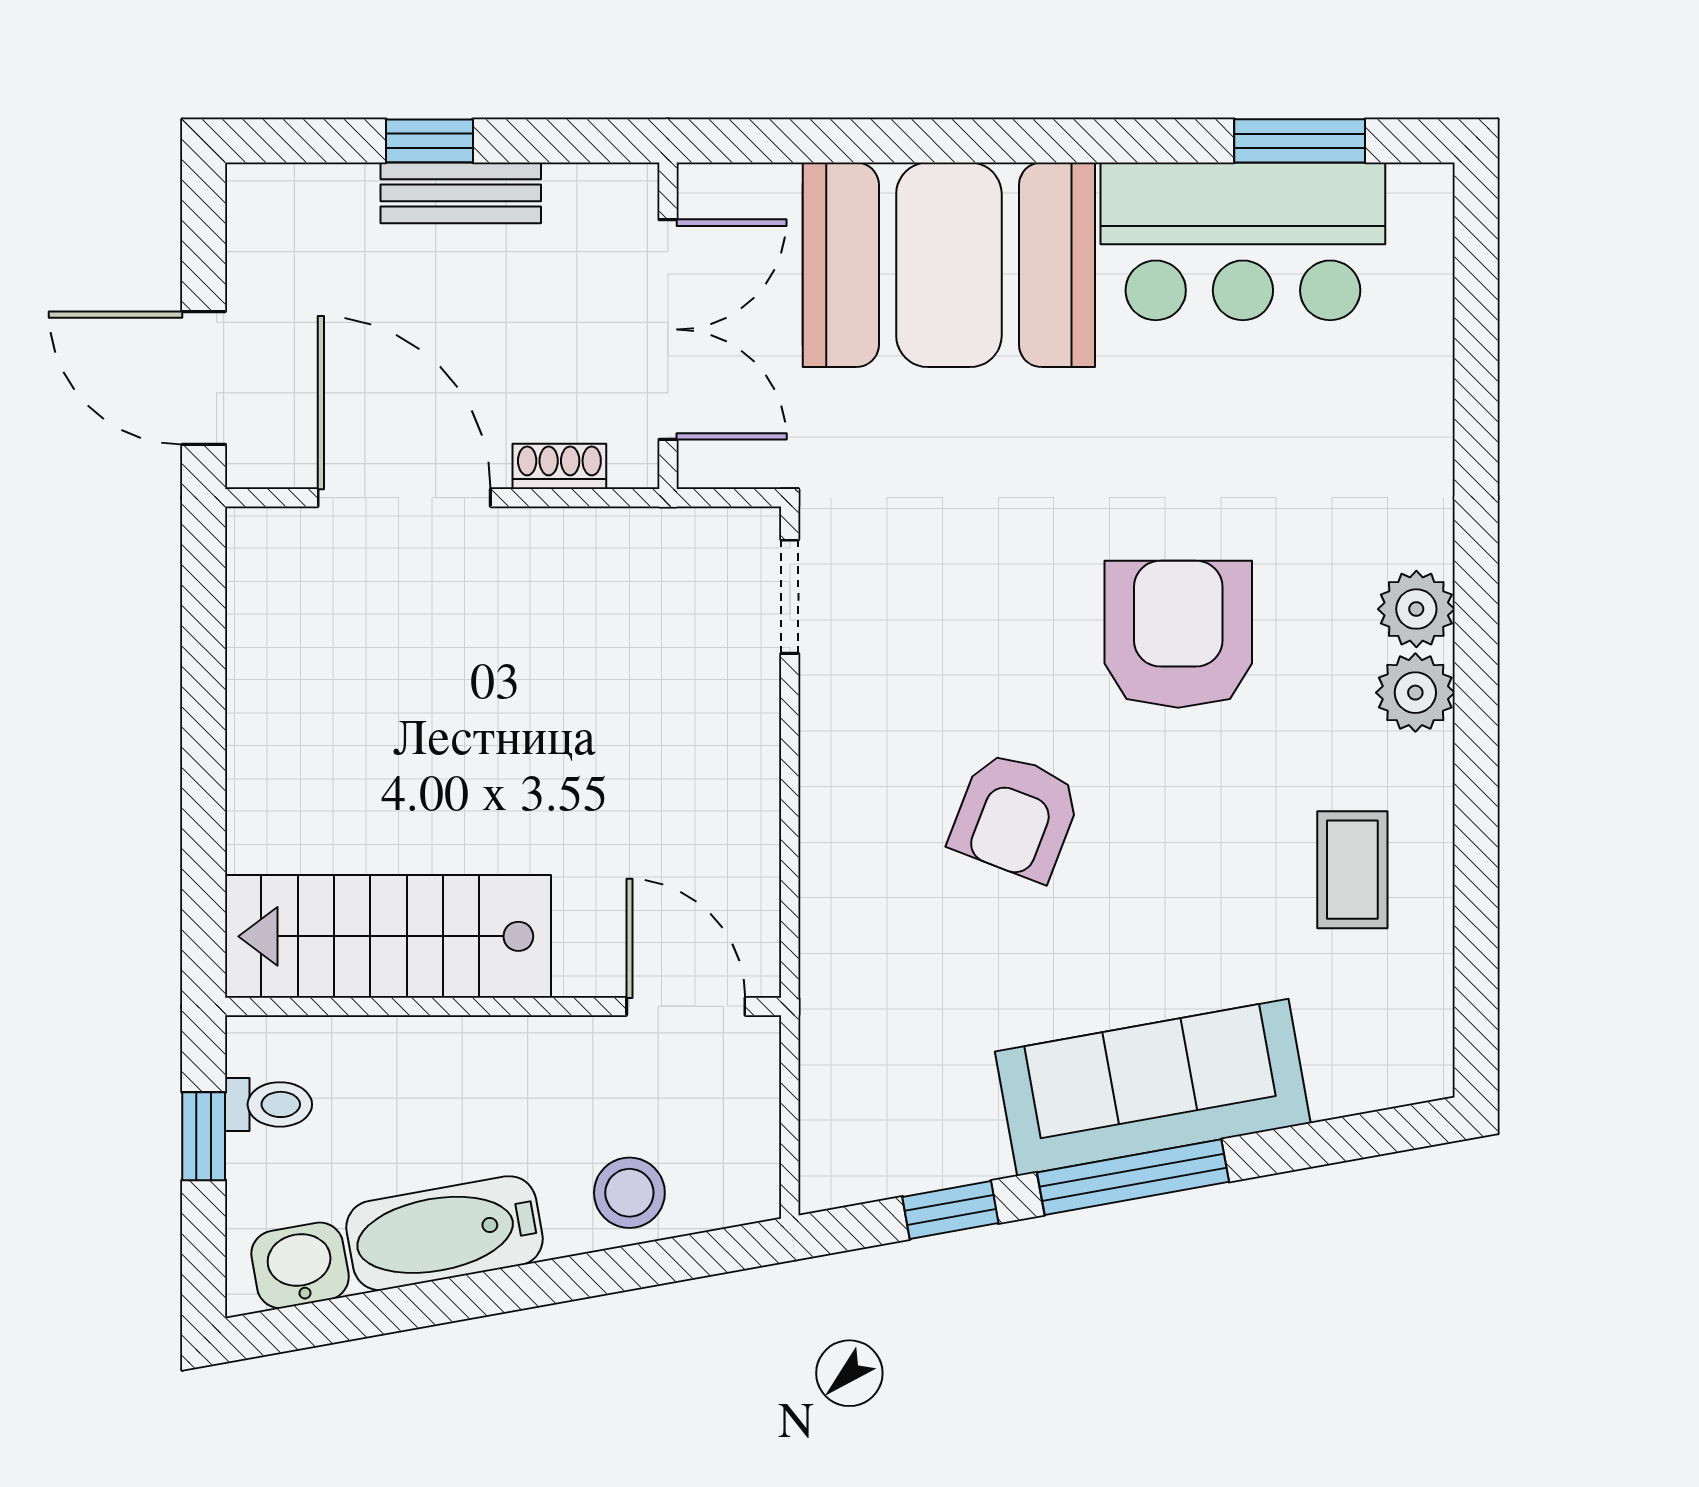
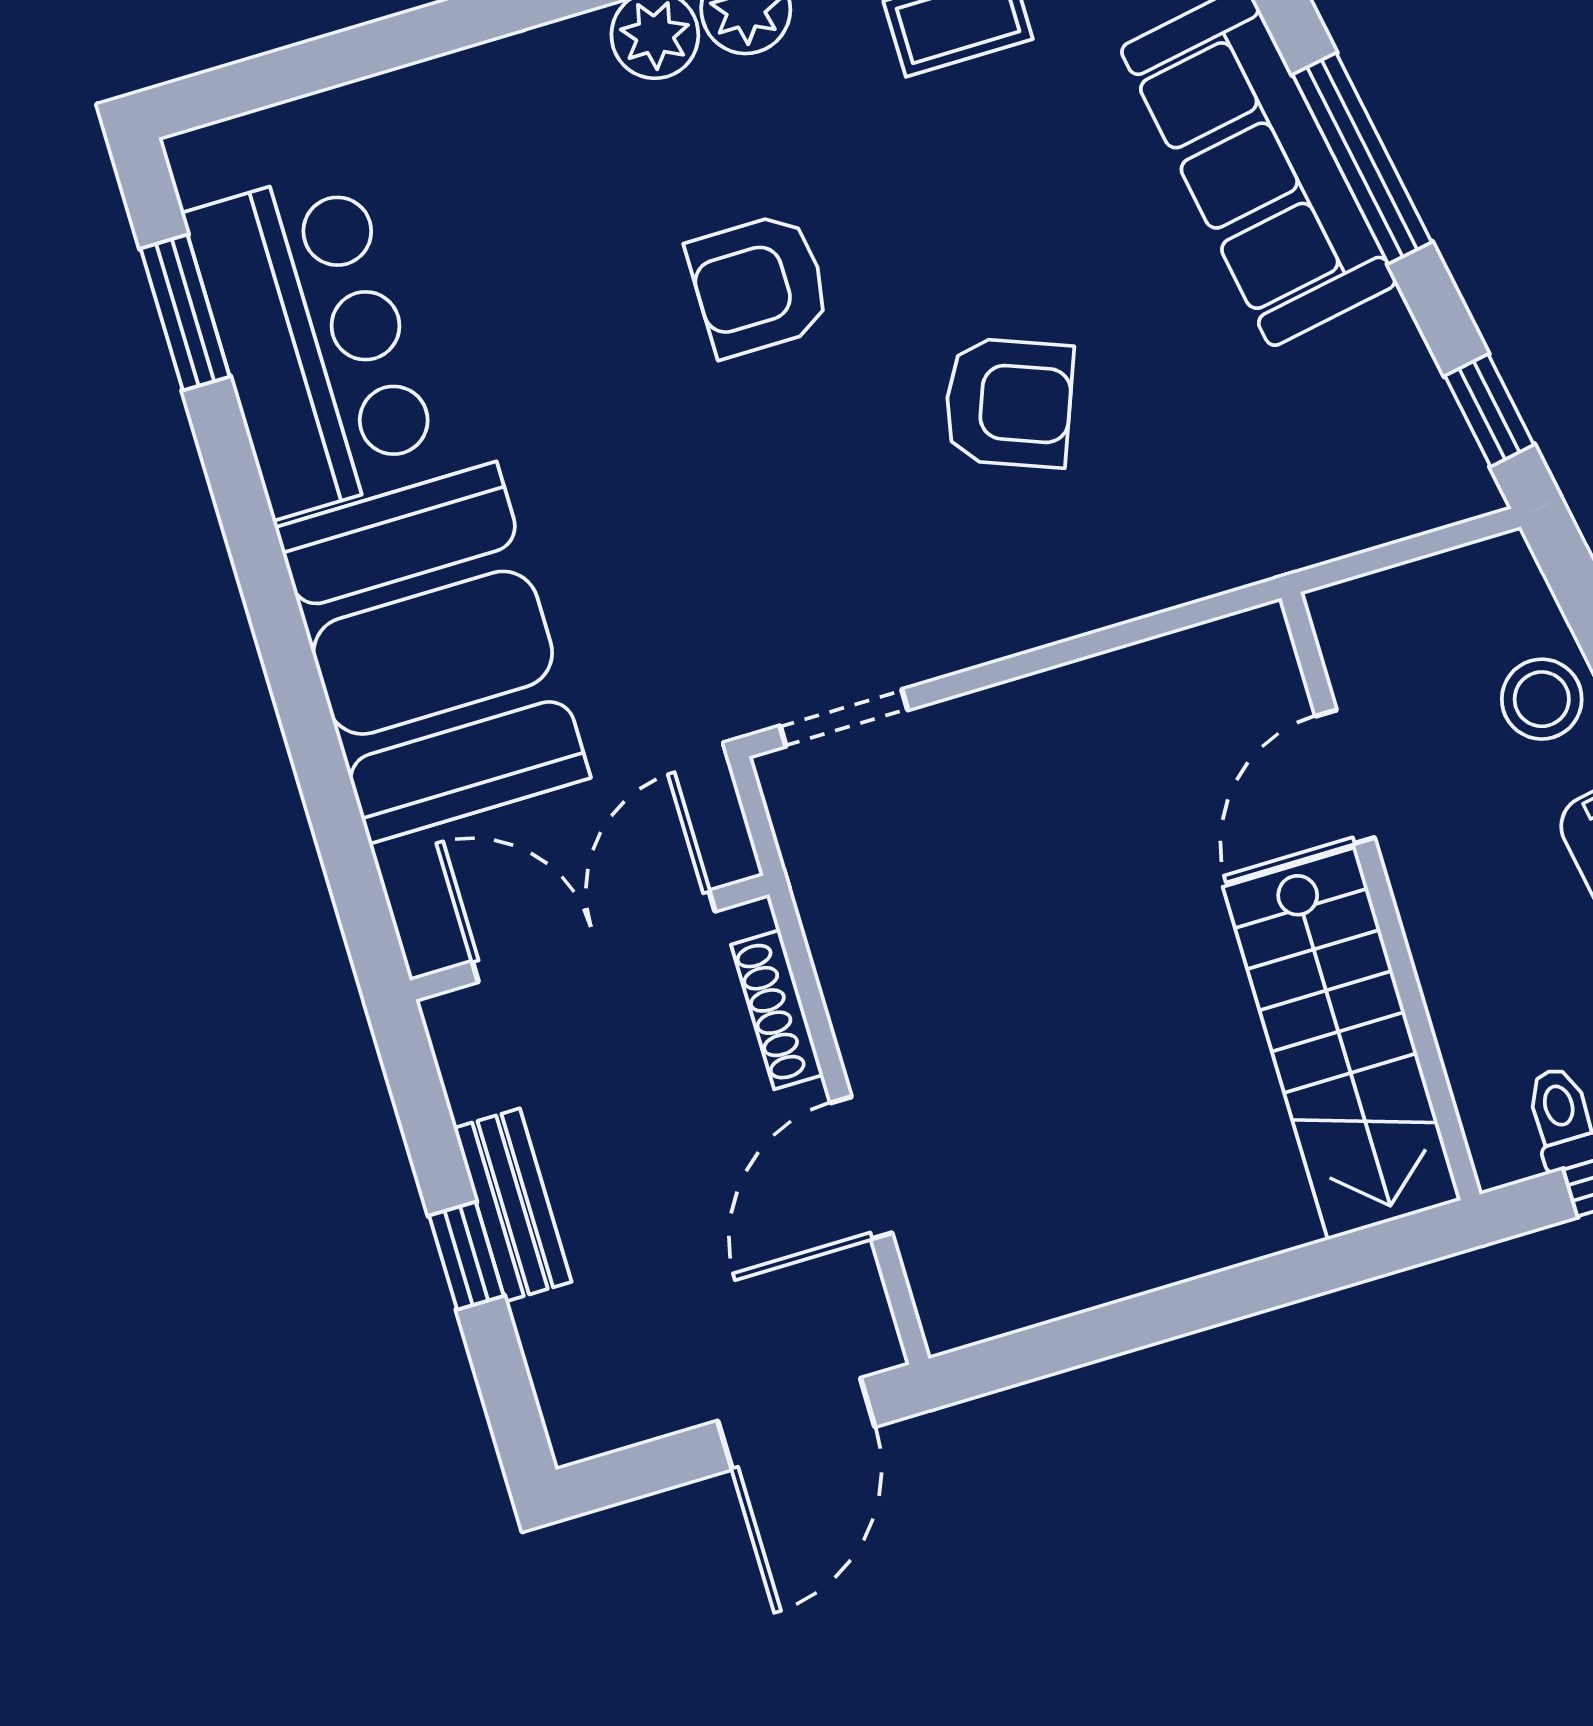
shoe rack: (559, 466) -> (777, 1010), width x1.43
door: (404, 498) -> (861, 1168), width x0.73
armchair: (1178, 634) -> (759, 285), width x0.73, depth x0.73
door: (686, 1006) -> (1345, 777), moved
window: (950, 1210) -> (1489, 410), moved

